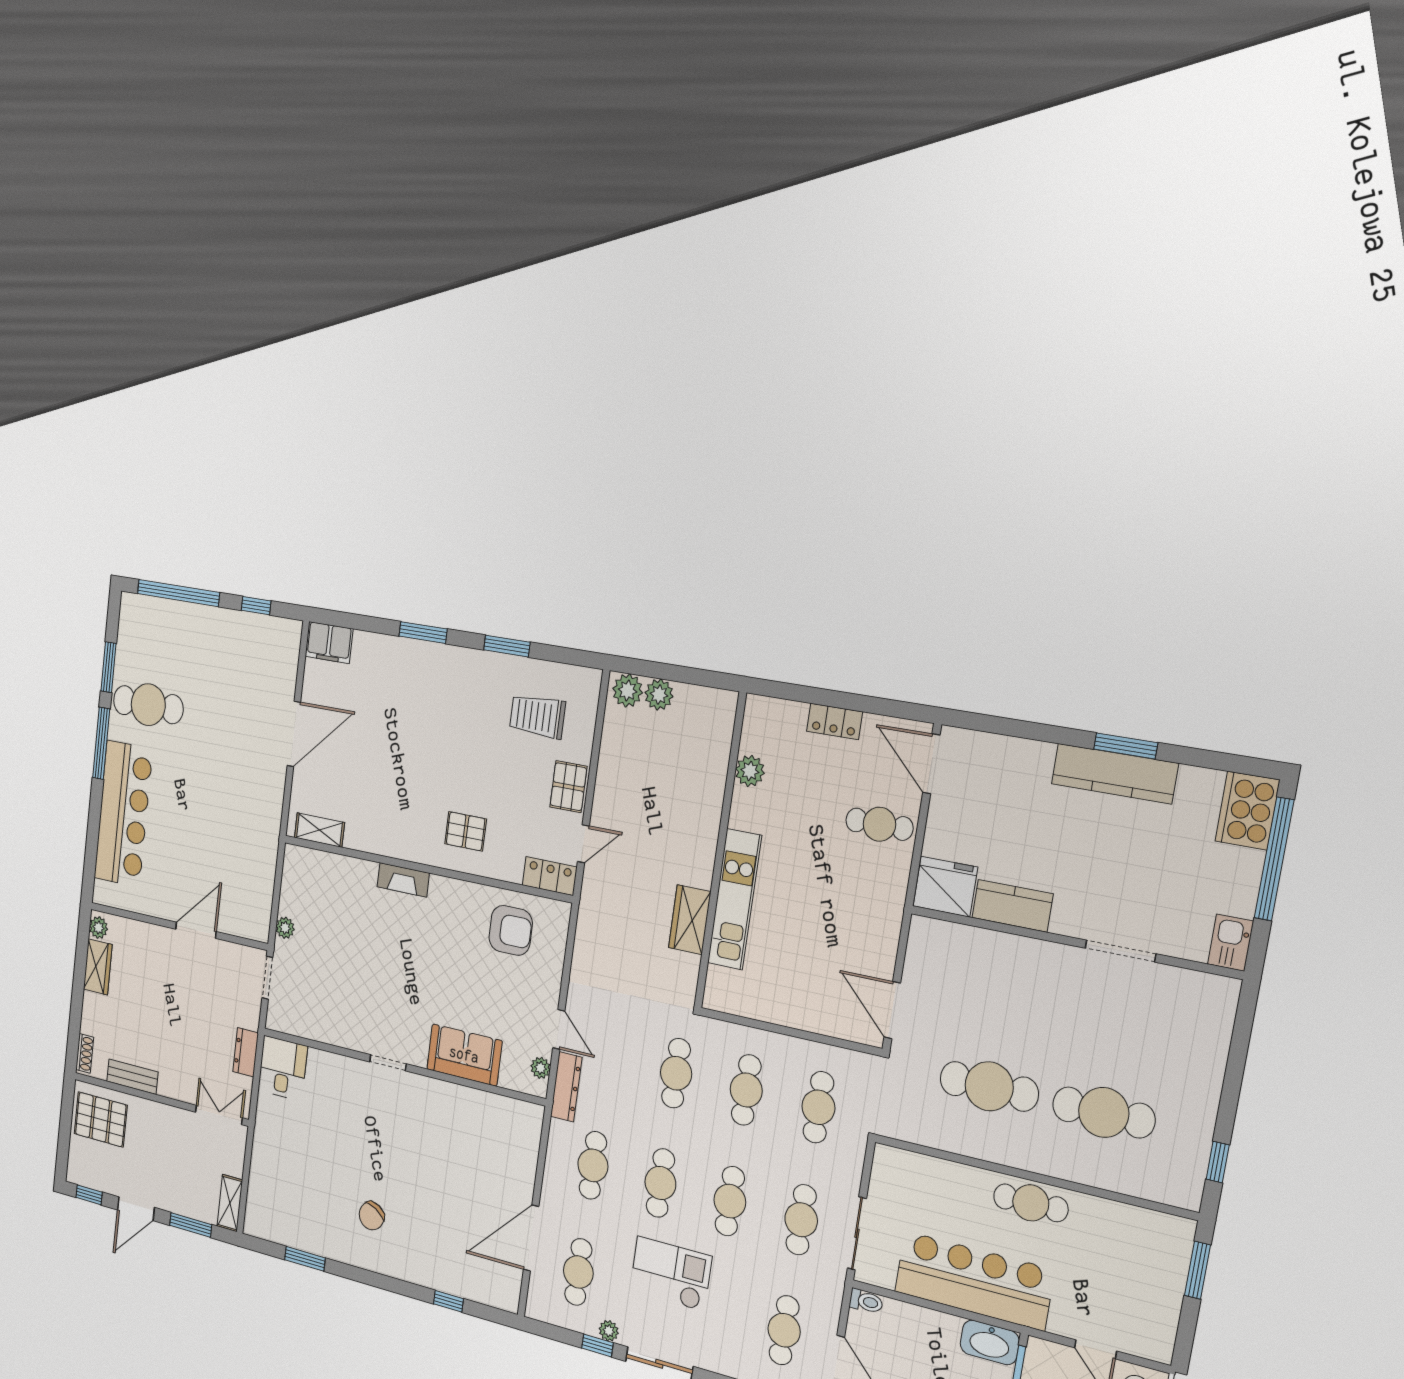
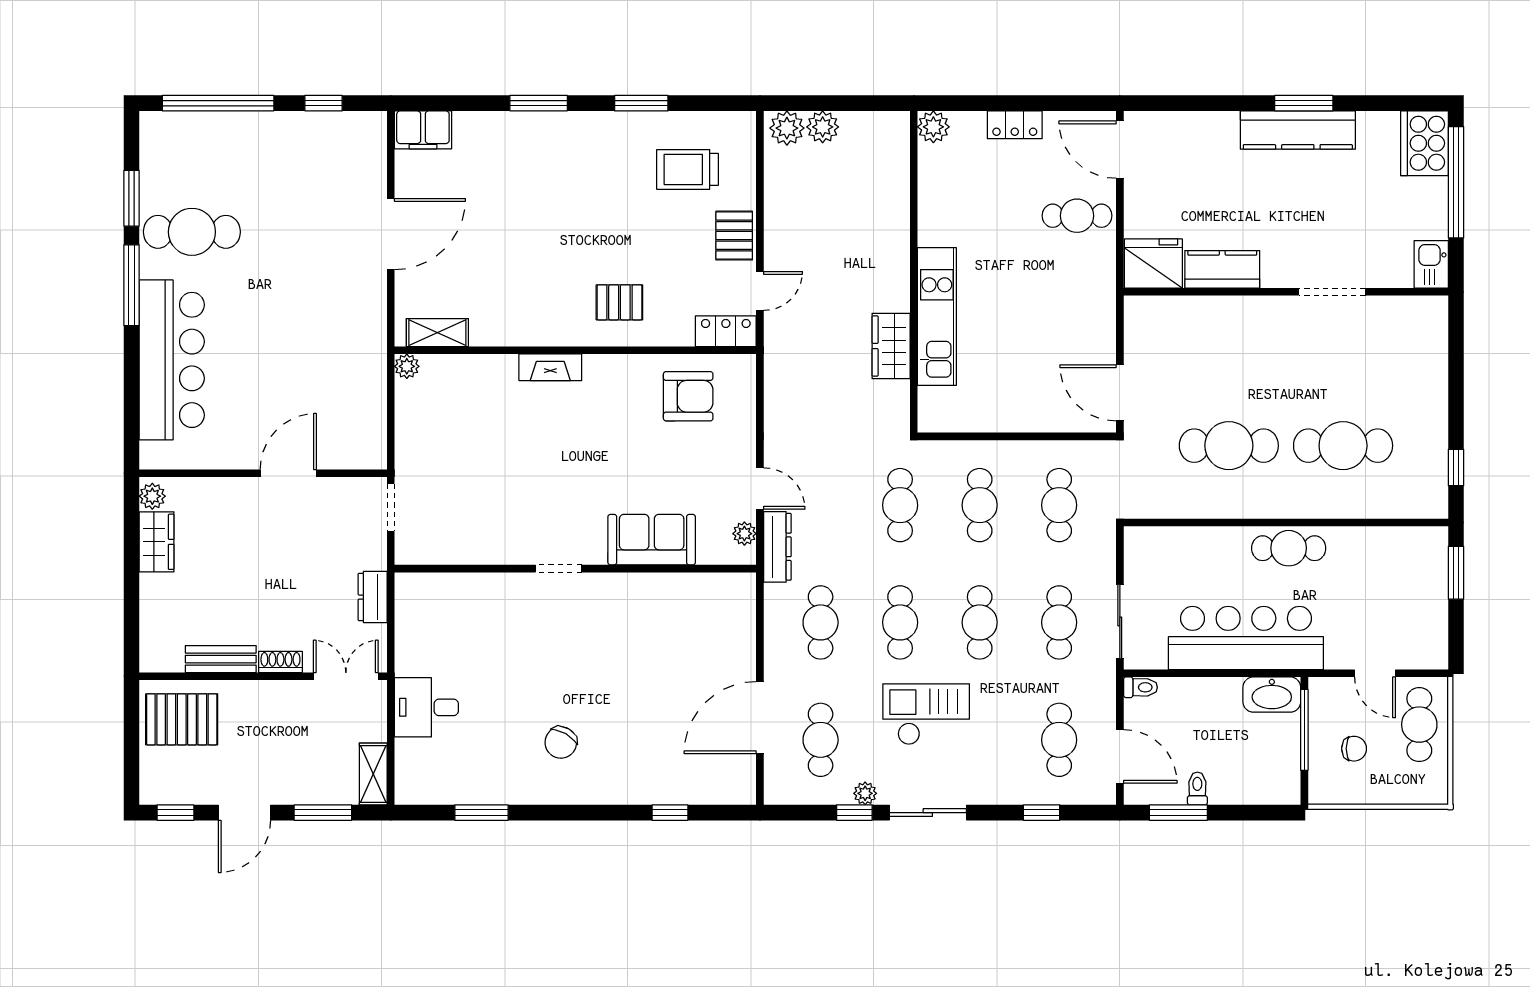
plant: (750, 771) -> (933, 127), moved
plant: (285, 928) -> (407, 366), moved
shoe rack: (85, 1053) -> (280, 662), moved, turned -90
desk: (283, 1068) -> (426, 707), moved, turned -90

